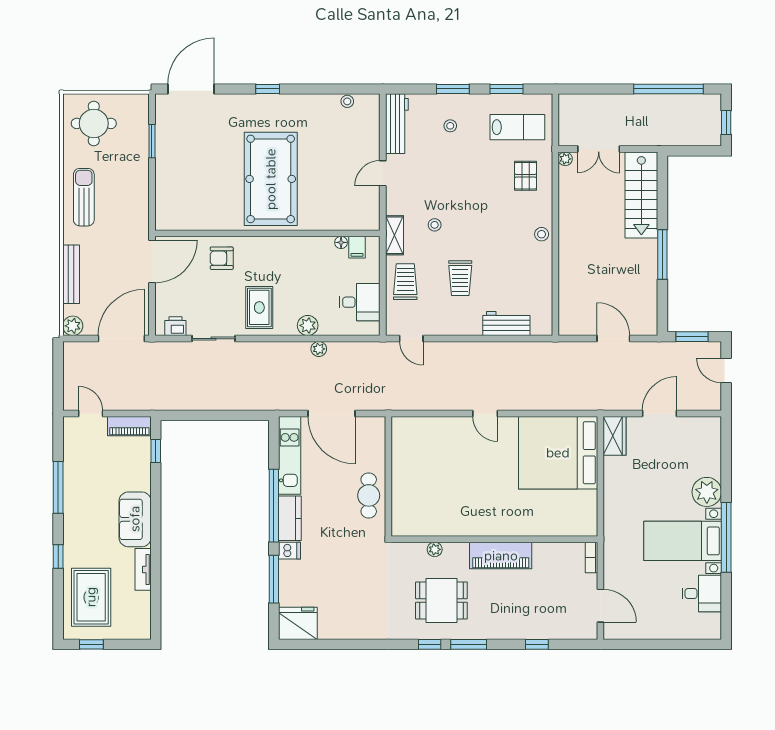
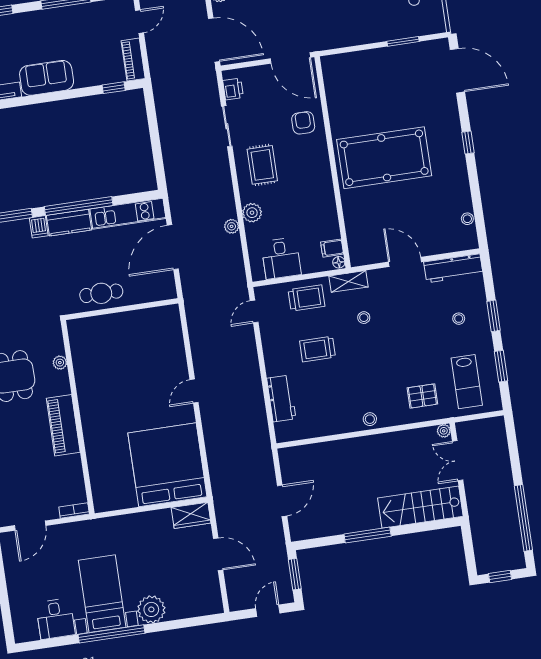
door: (383, 173) -> (405, 262), width x1.38
floor lamp: (341, 242) -> (339, 262), moved
rug: (259, 307) -> (262, 165), turned 90

